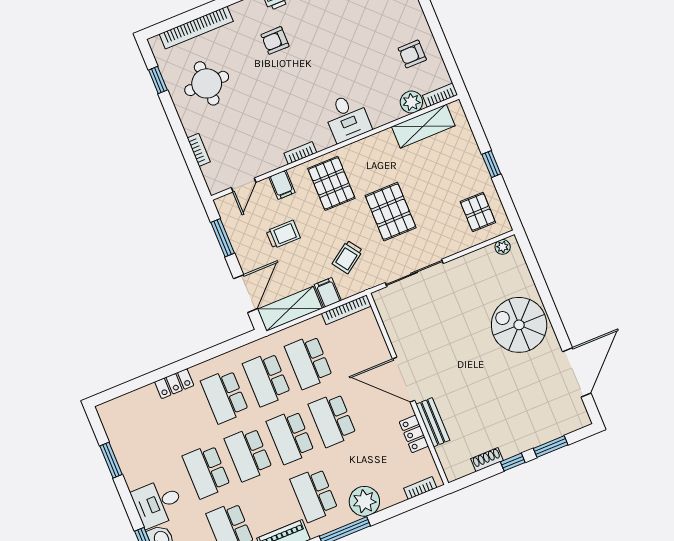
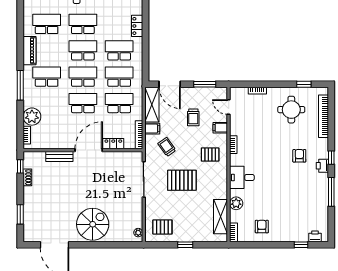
plant: (411, 102) -> (236, 203), moved
pallet: (331, 183) -> (210, 155), width x0.67, depth x0.71
locker: (414, 434) -> (113, 144), moved
window: (513, 462) -> (20, 166), moved
plant: (364, 501) -> (32, 117), moved

